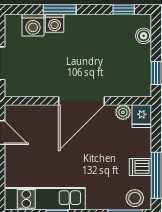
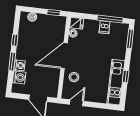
window: (124, 9) -> (15, 40), moved
door: (81, 101) -> (64, 56), swing flipped
stool: (135, 198) -> (74, 77), moved

